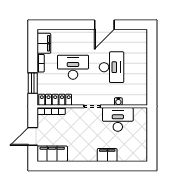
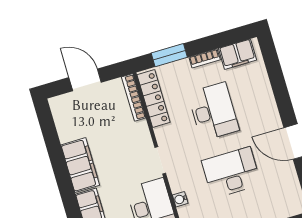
desk: (112, 67) -> (231, 173), turned 180
filing cabinet: (52, 154) -> (80, 165), moved

